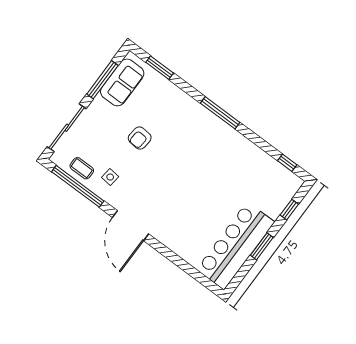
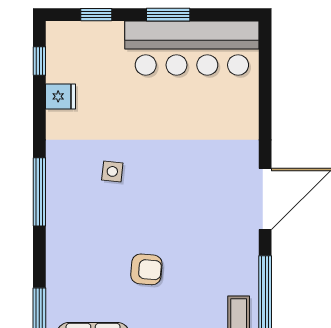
fridge: (261, 160) -> (61, 96), added
side table: (110, 177) -> (112, 171), moved

